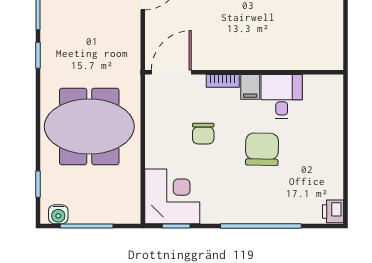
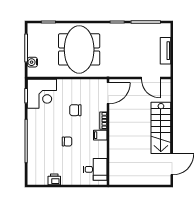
door: (171, 72) -> (108, 93), hinge flipped
desk: (282, 96) -> (95, 169), moved
chair: (262, 149) -> (67, 141), width x0.54, depth x0.54
printer: (333, 211) -> (54, 179), moved
water cooler: (58, 214) -> (32, 62), moved

